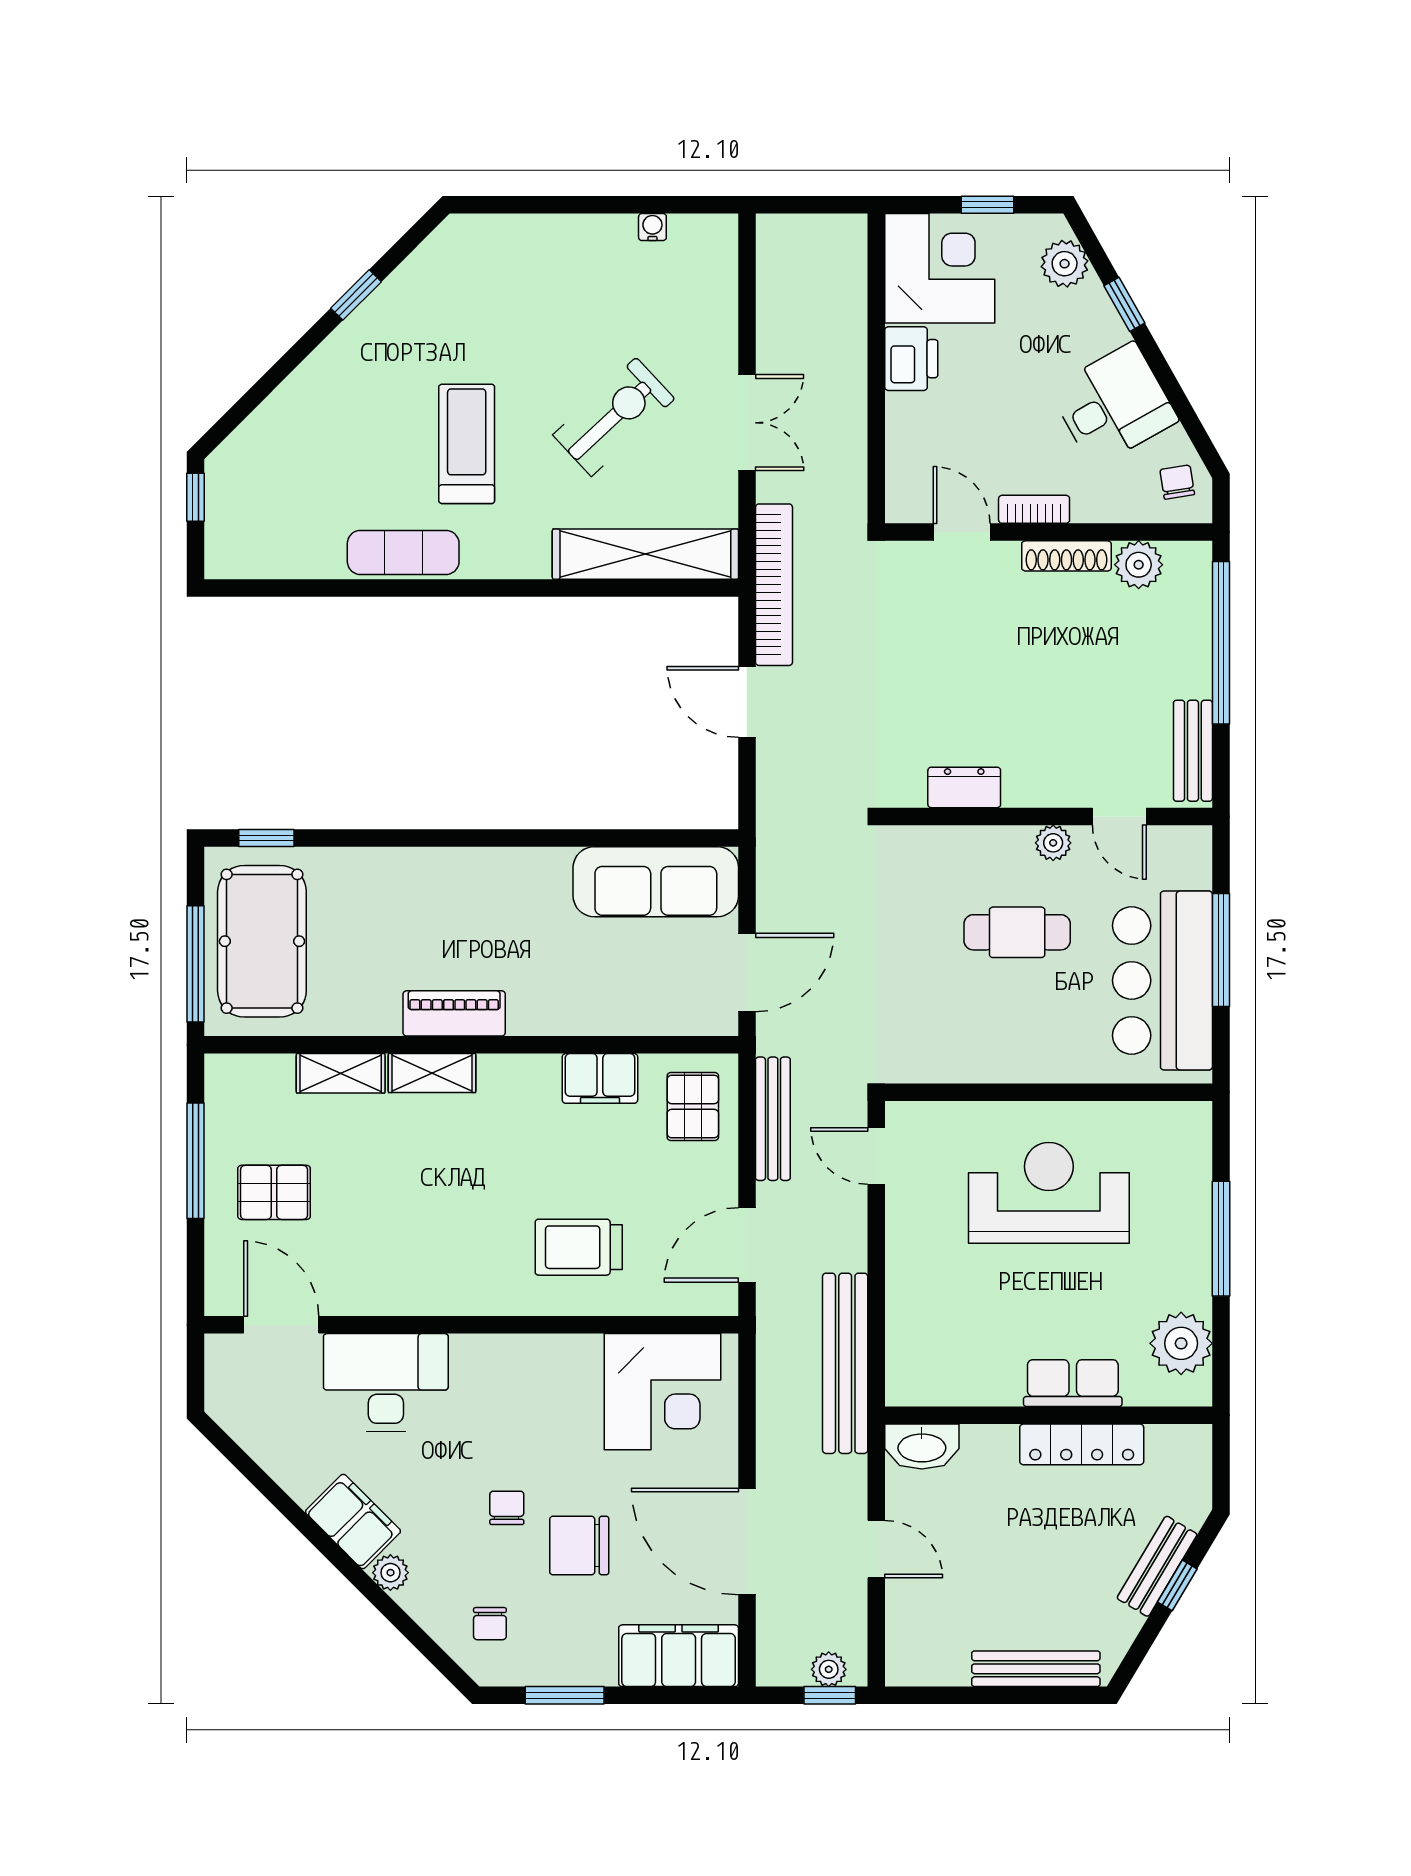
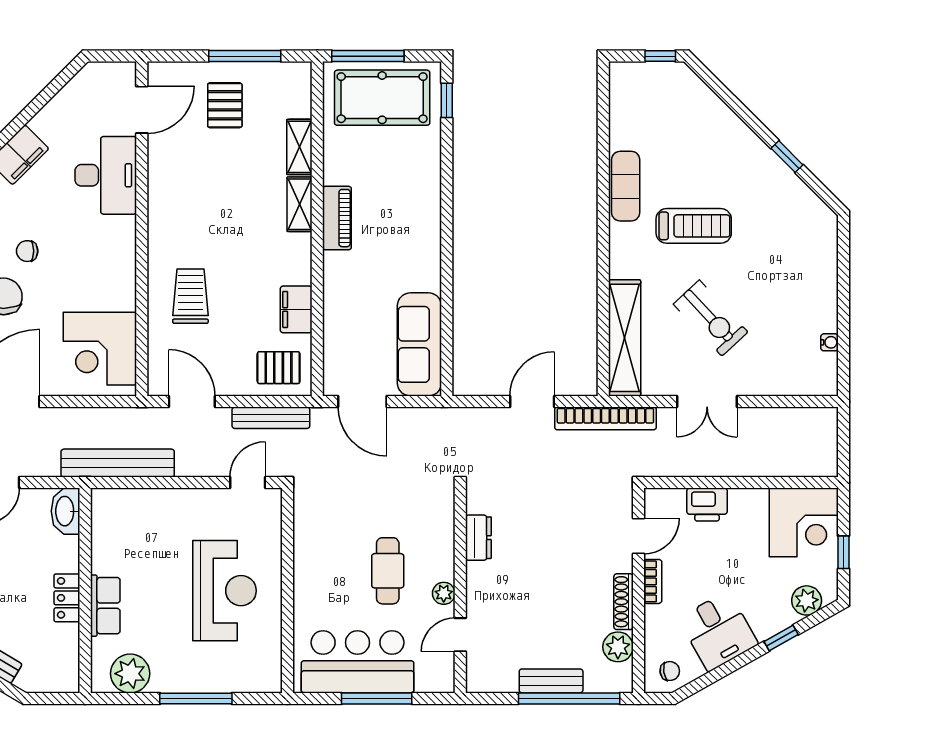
printer: (911, 359) -> (707, 504), moved
bench: (1193, 751) -> (551, 681), moved
locker: (1082, 1444) -> (67, 598), width x0.66
chair: (507, 1508) -> (27, 251), turned 180

